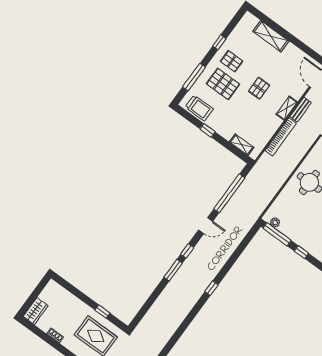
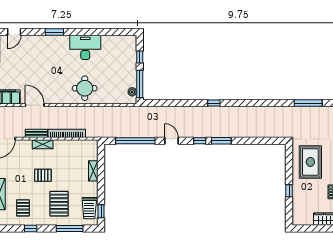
pallet: (232, 61) -> (23, 208), moved
trolley: (199, 108) -> (89, 208), turned 180
window: (208, 130) -> (101, 211), moved
shelving: (242, 145) -> (93, 171), moved
window: (102, 312) -> (289, 191), moved

